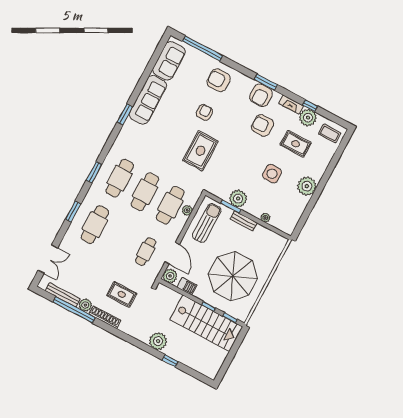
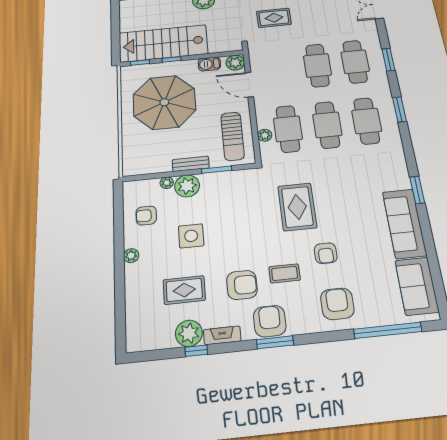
armchair: (219, 80) -> (337, 304), turned -90
coffee table: (330, 134) -> (285, 273), moved
plant: (307, 186) -> (131, 256), width x0.53, depth x0.53
plant: (238, 199) -> (187, 186), moved
armchair: (290, 204) -> (146, 216), added
cafe table: (146, 252) -> (317, 65), moved, width x1.37, depth x1.35

